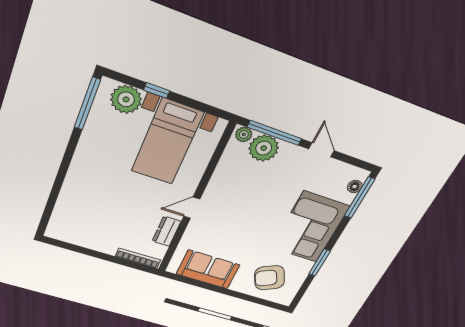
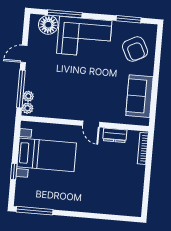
plant: (126, 99) -> (25, 188), removed
plant: (264, 148) -> (28, 96), width x0.53, depth x0.53
floor lamp: (355, 187) -> (48, 25), width x1.89, depth x1.89
window: (360, 198) -> (65, 14), moved
window: (320, 262) -> (129, 19), moved

